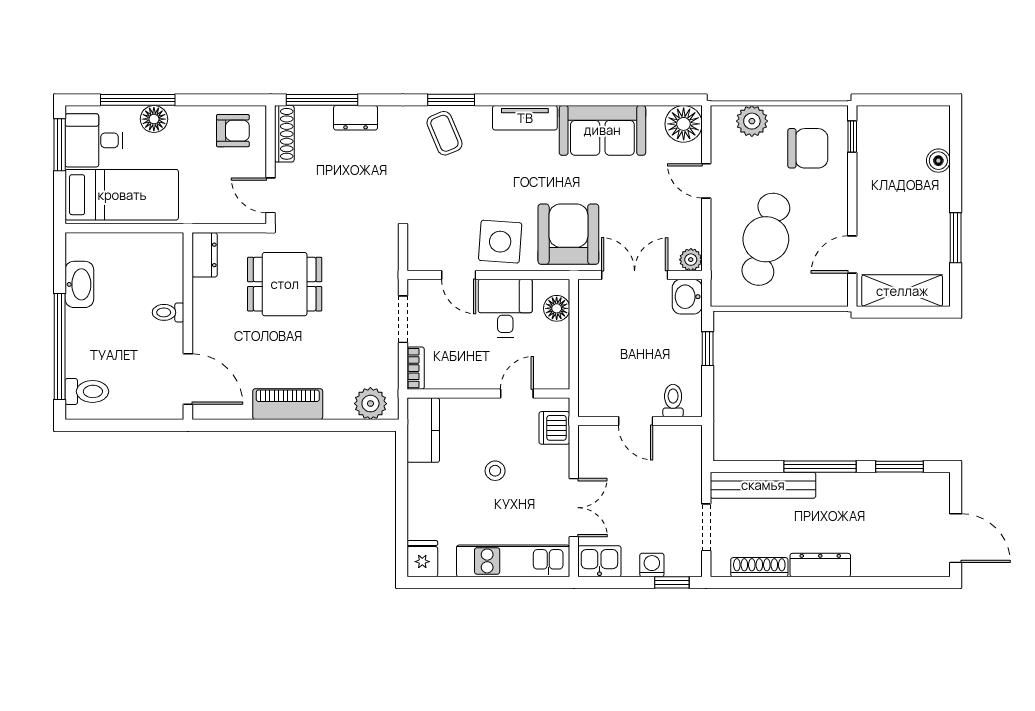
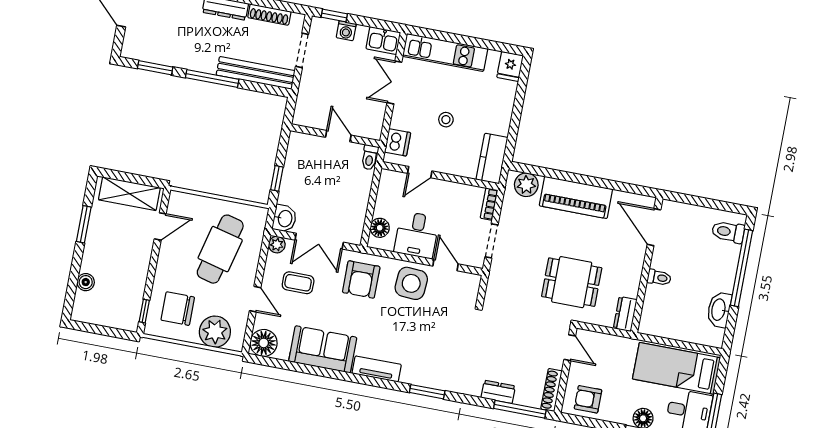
plant: (752, 121) -> (215, 332), width x1.36, depth x1.36
coffee table: (444, 133) -> (298, 283), moved, turned -67
armchair: (568, 234) -> (361, 279), width x0.73, depth x0.73
toilet: (673, 401) -> (370, 157), moved
piano: (288, 404) -> (576, 197), width x1.37, depth x1.33

